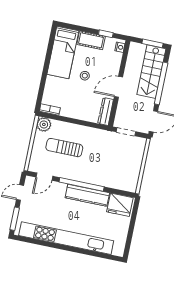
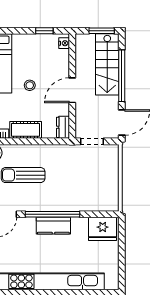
cot: (91, 40) -> (26, 130), moved
dresser: (106, 111) -> (63, 127), width x0.70
kitchen counter: (87, 195) -> (53, 226), width x0.67

